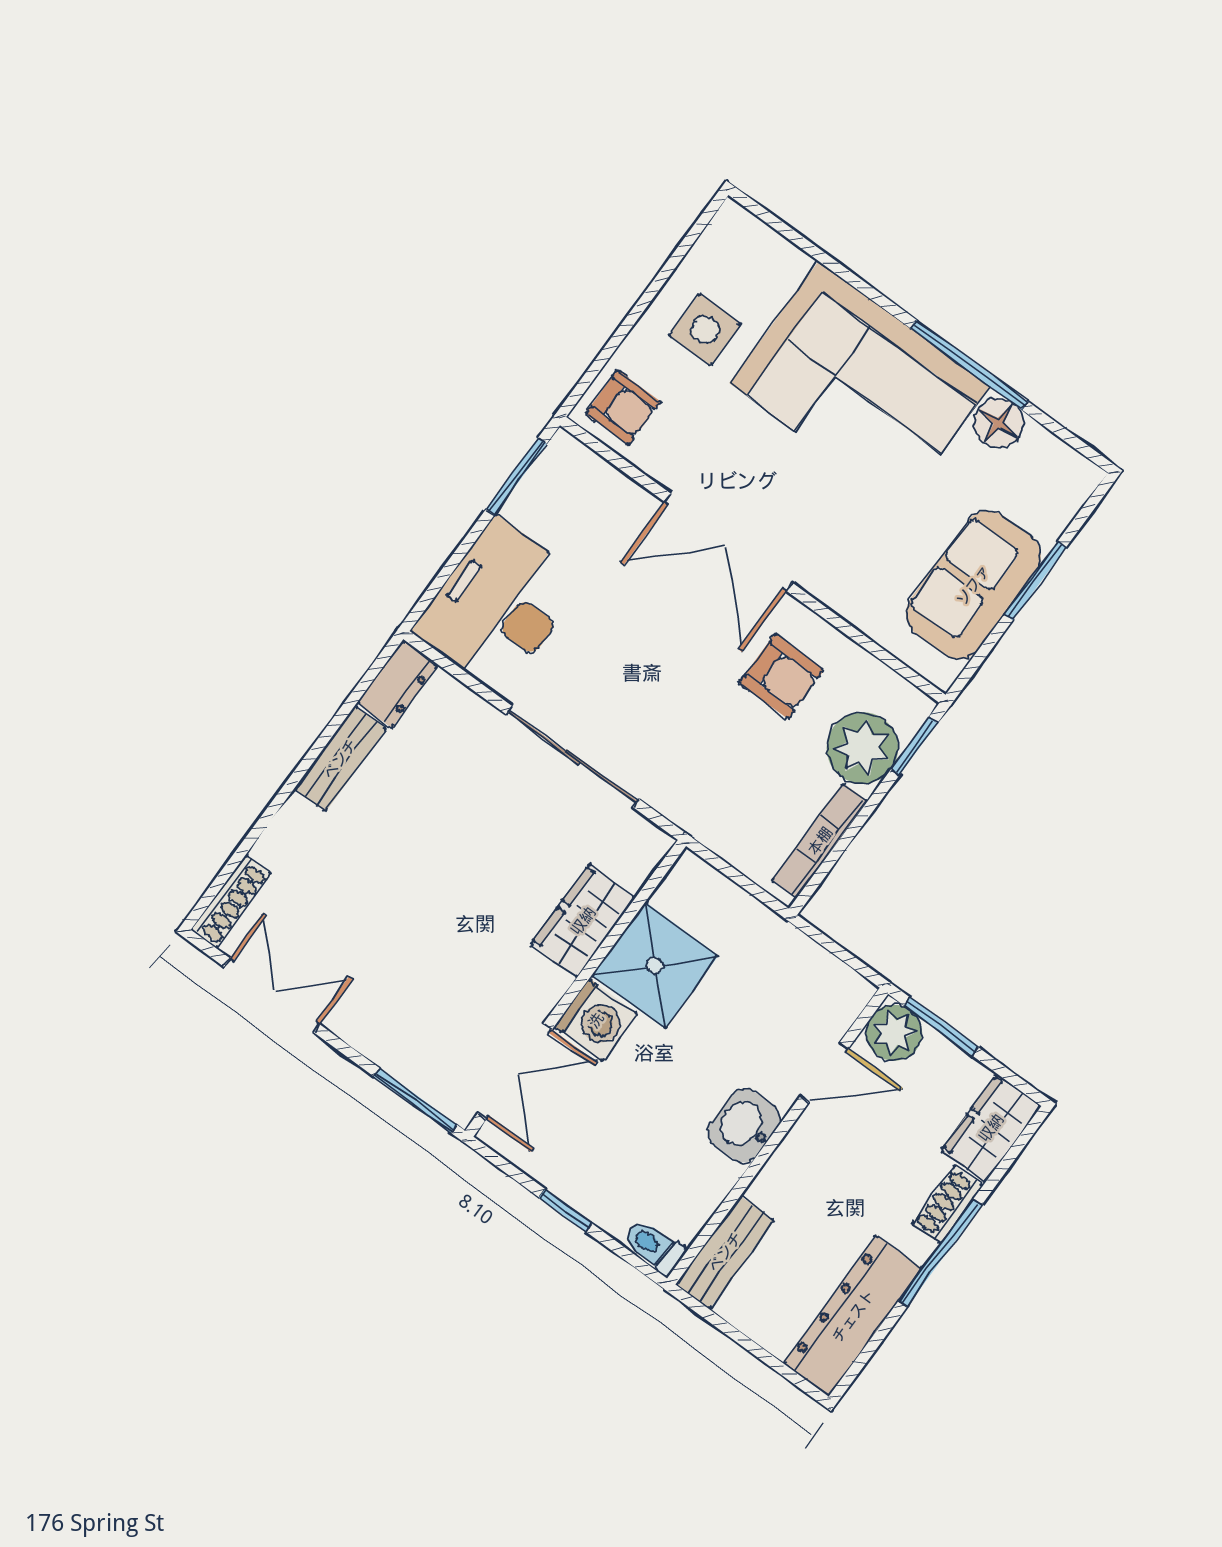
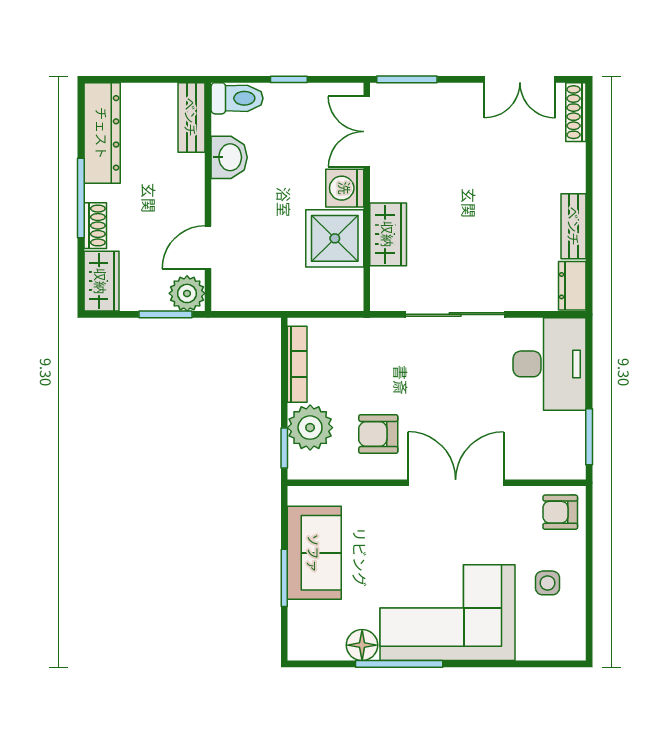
side table: (705, 329) -> (548, 583), width x0.73, depth x0.73
washbasin: (744, 1125) -> (229, 157), moved
toilet: (654, 1247) -> (237, 98), width x1.37, depth x1.39

